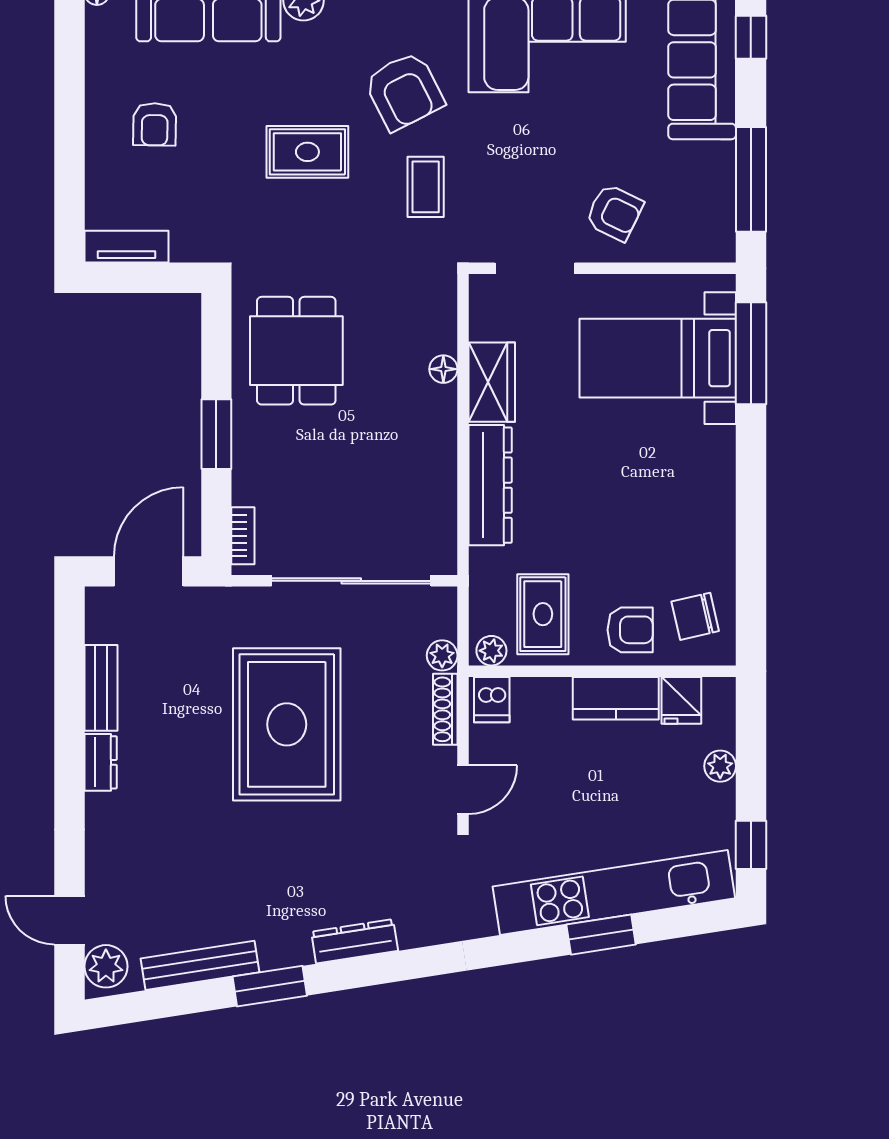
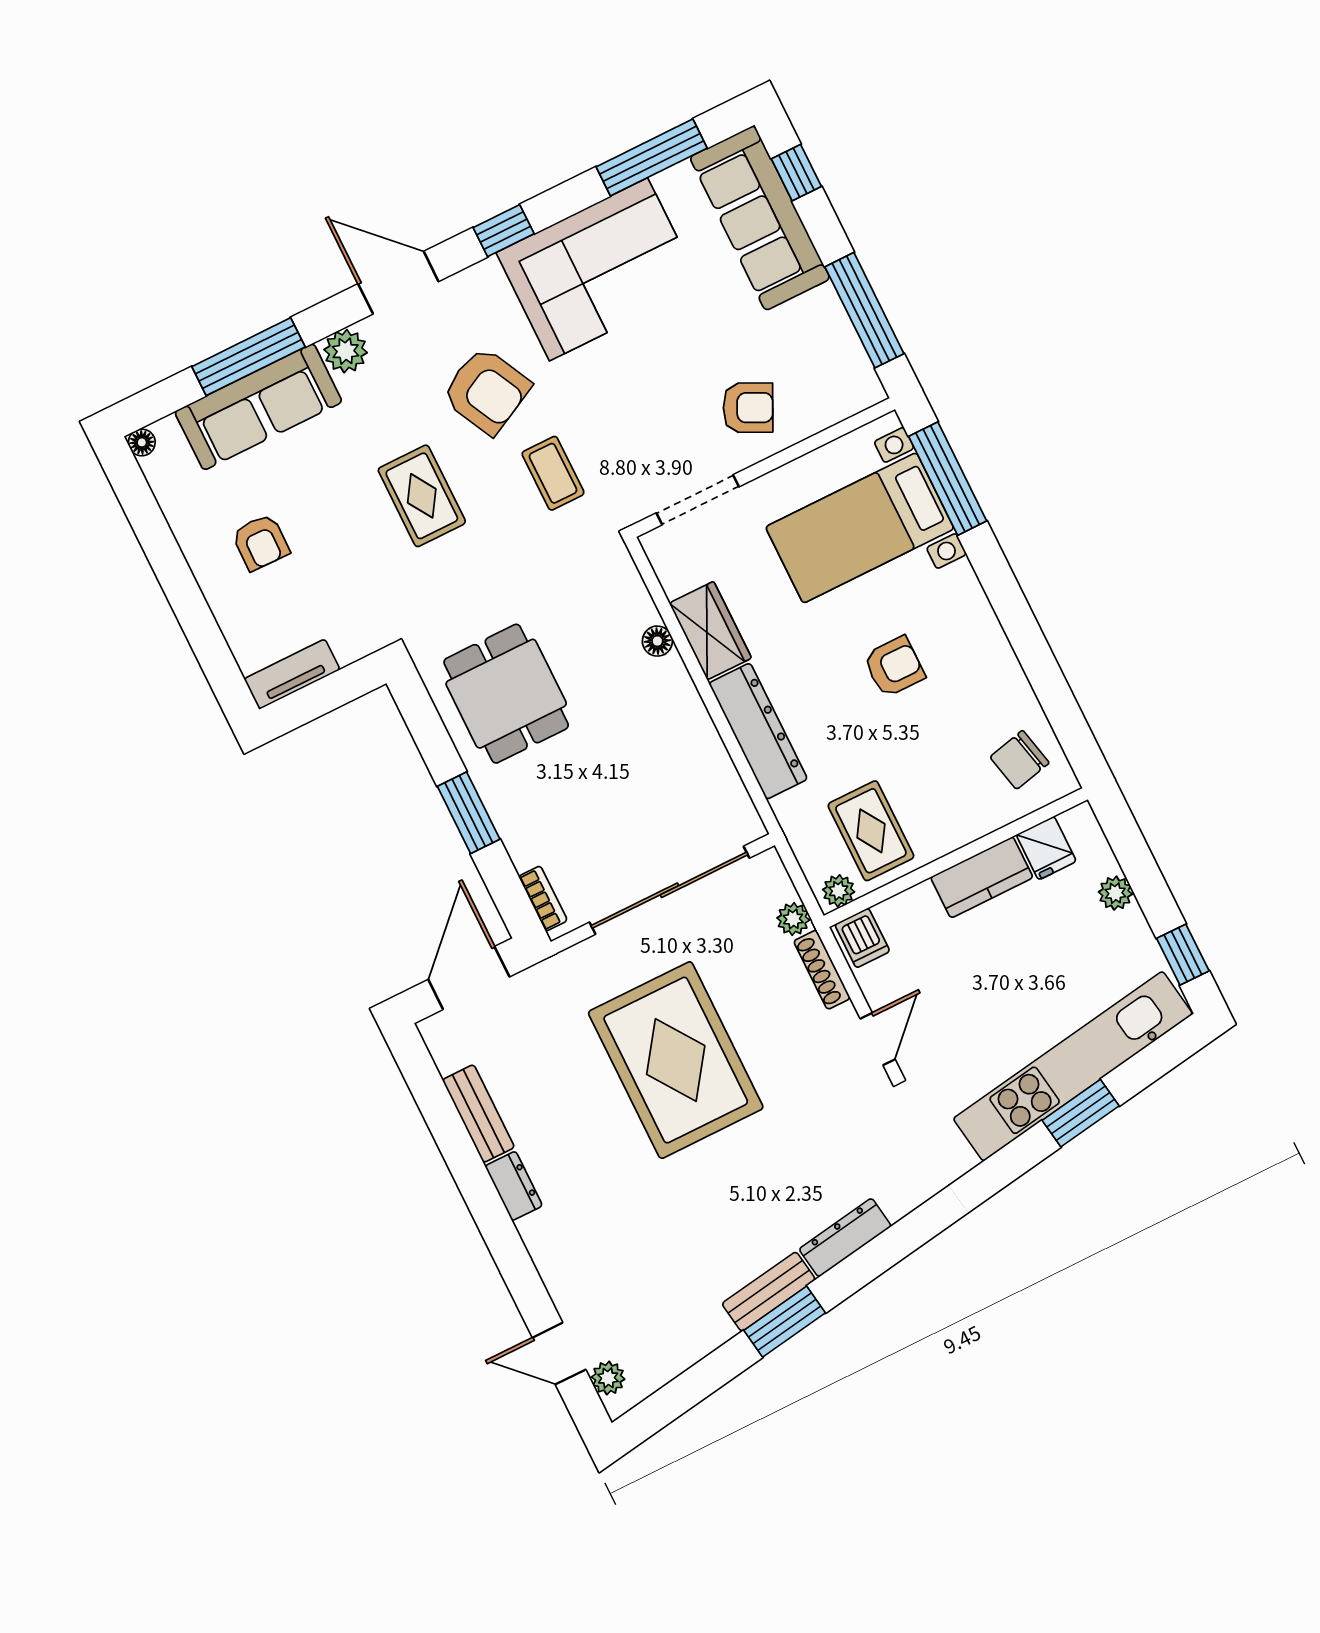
rug: (307, 152) -> (422, 496), turned 90
armchair: (630, 630) -> (894, 667), moved
bench: (200, 965) -> (769, 1292), moved, width x0.73
plant: (106, 966) -> (608, 1378), width x0.73, depth x0.73

